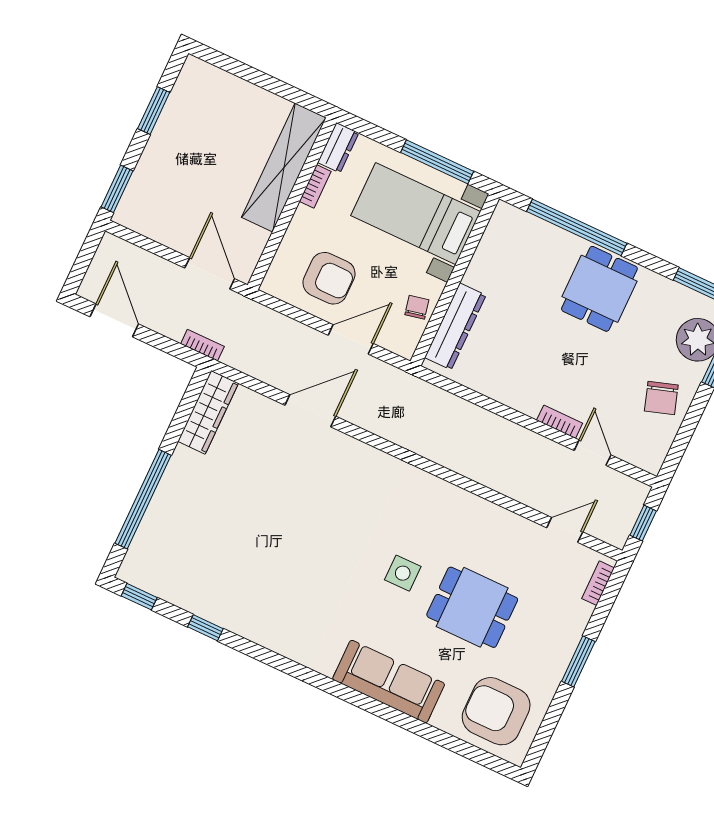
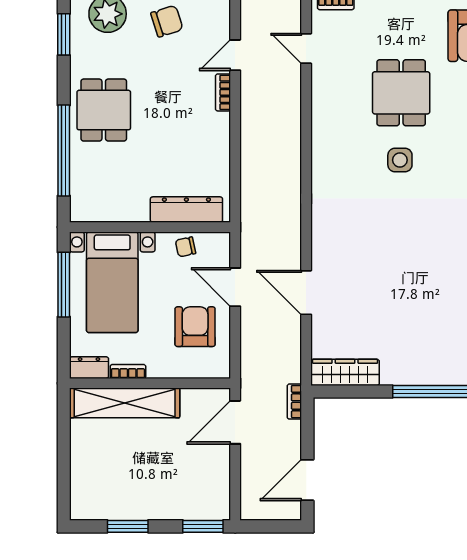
dining table: (599, 289) -> (104, 110), turned 90

